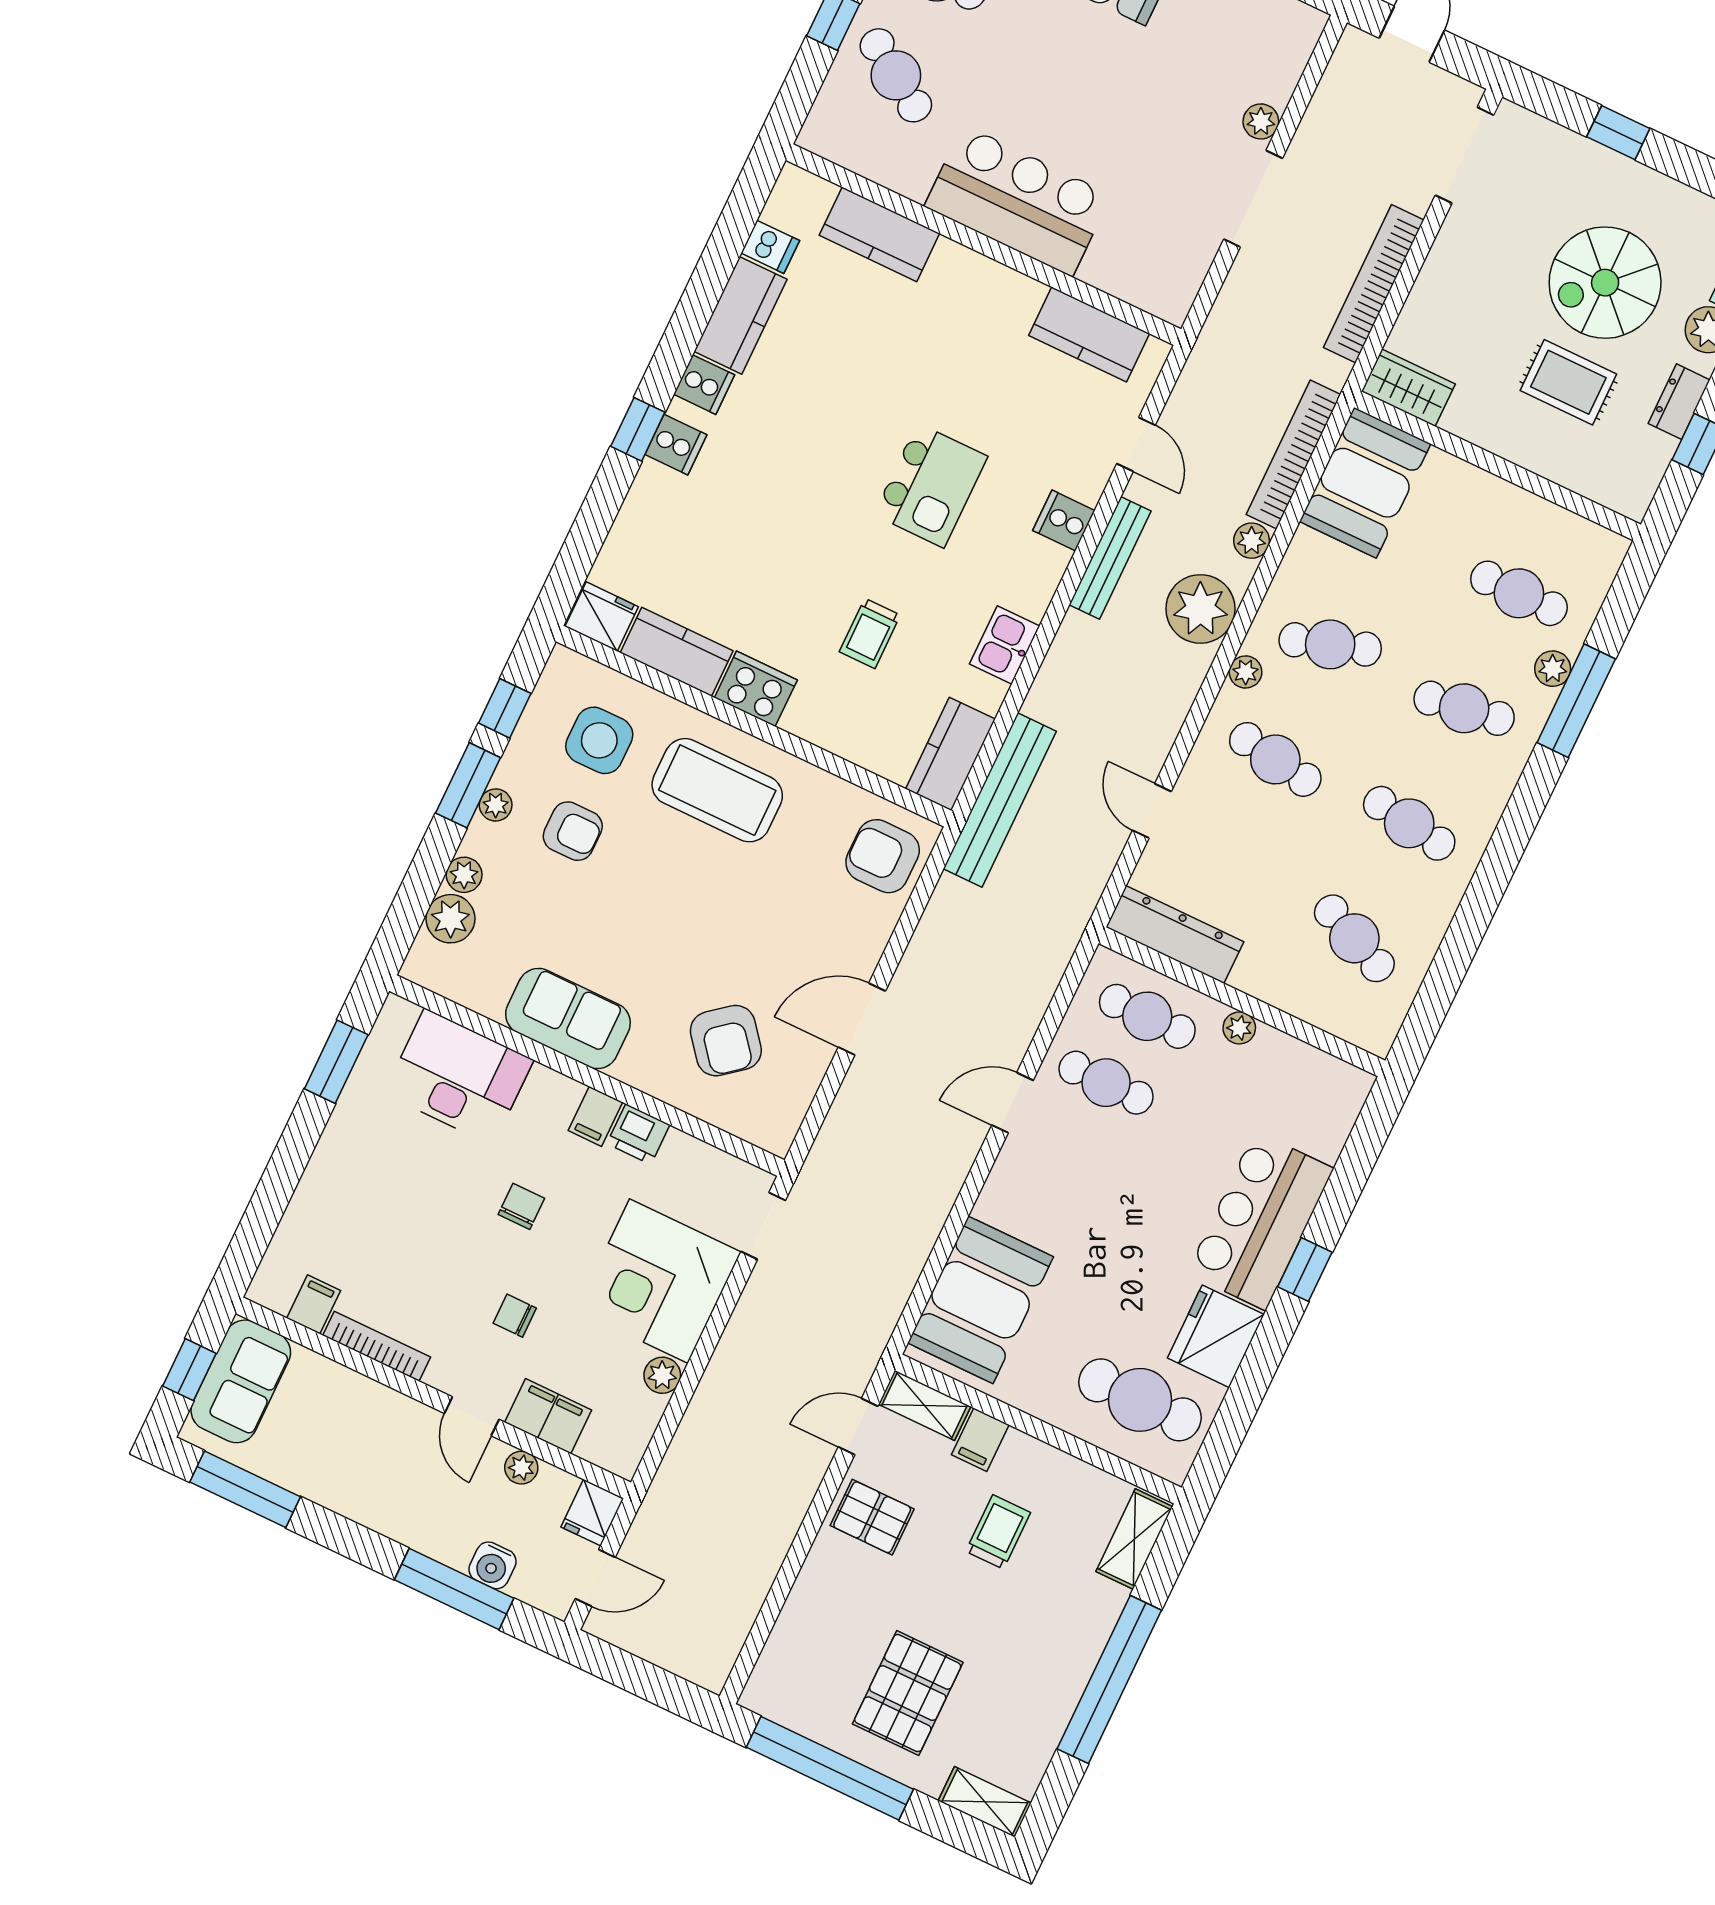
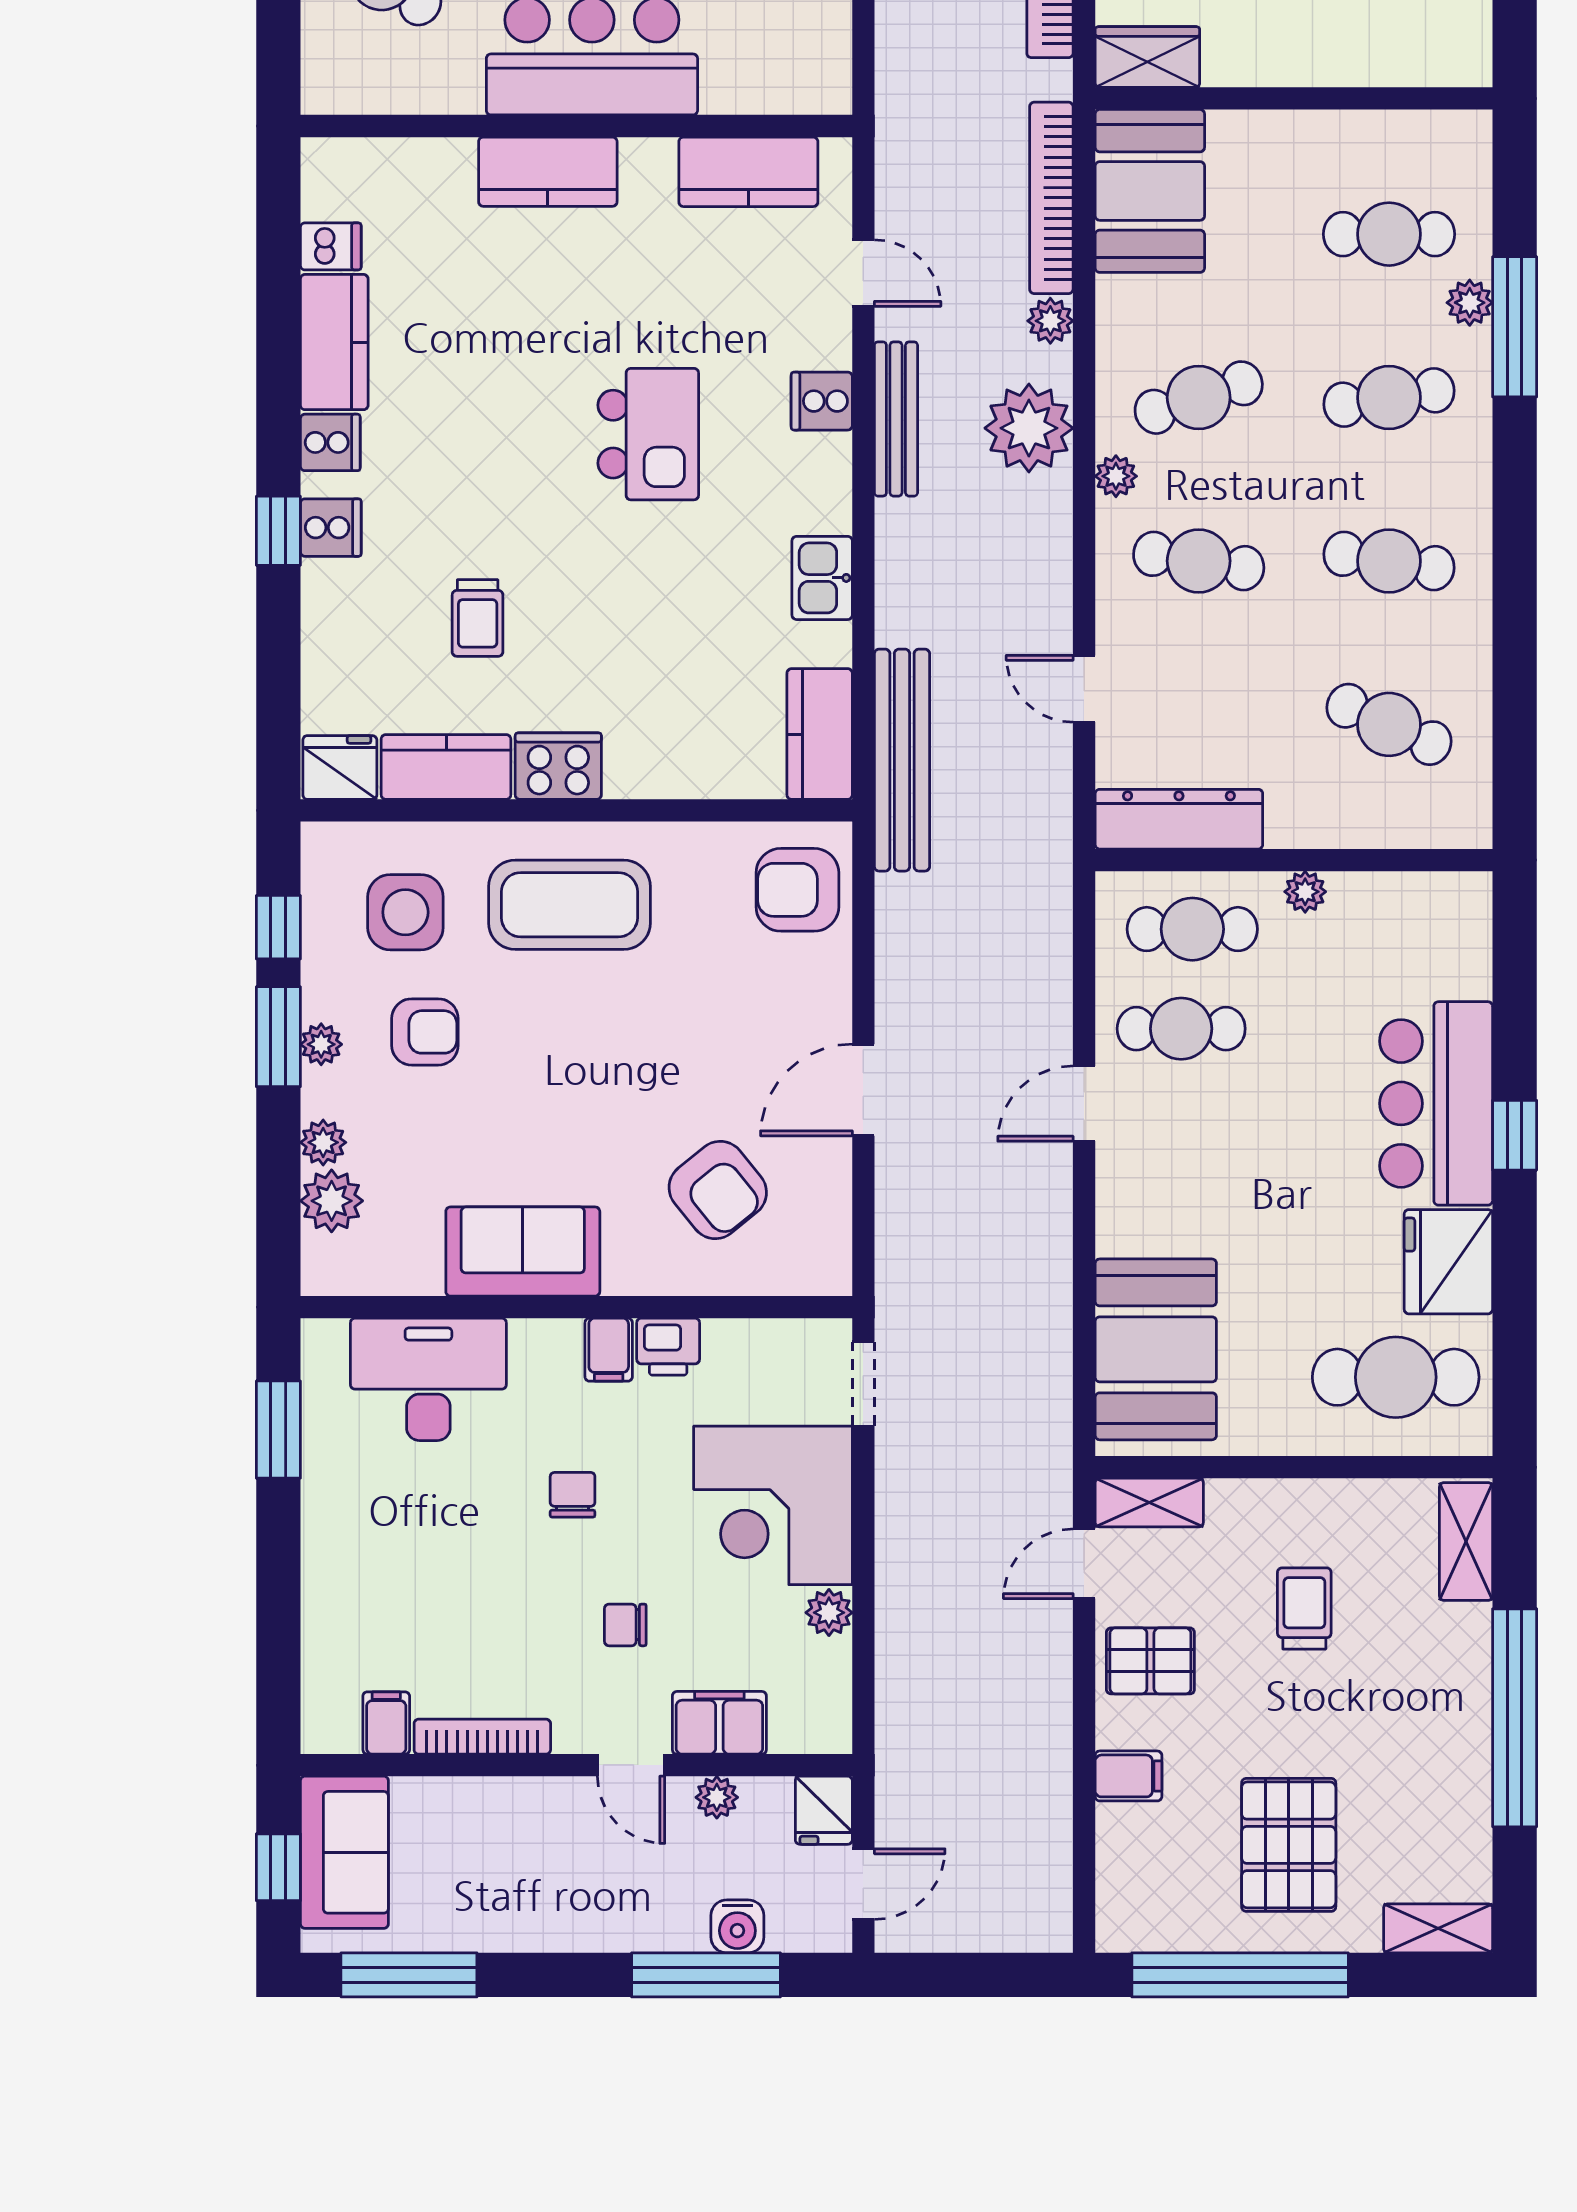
kitchen counter: (879, 234) -> (548, 172), moved
trolley: (870, 633) -> (478, 618), moved
filing cabinet: (980, 1440) -> (1128, 1776), moved, turned -90

